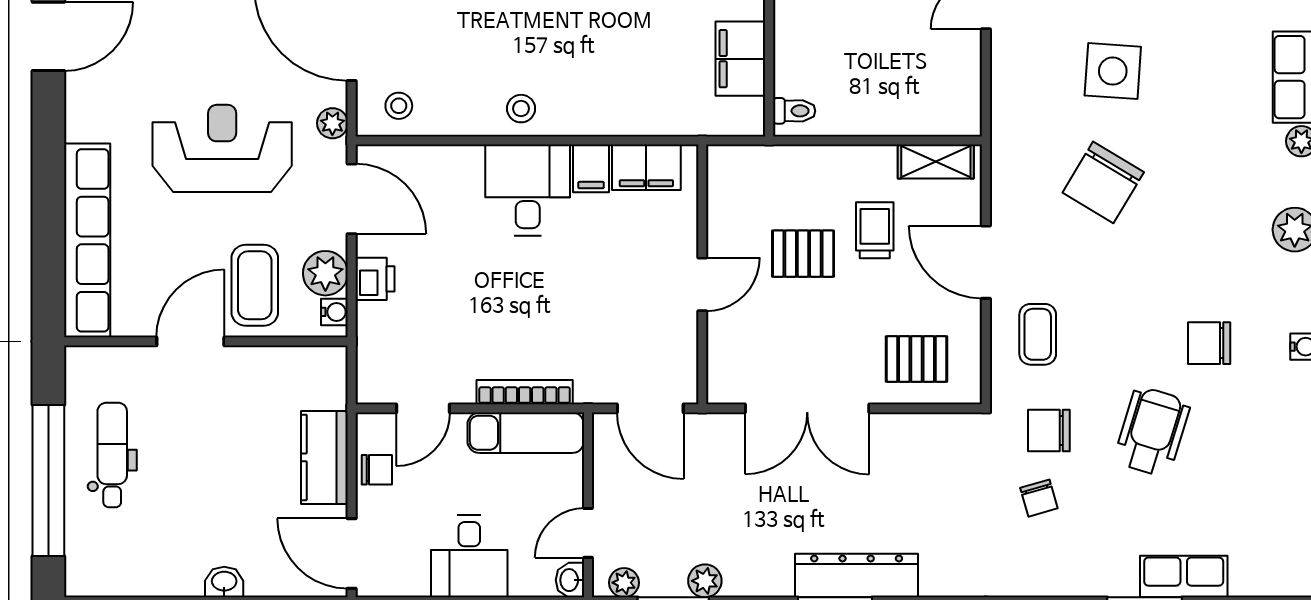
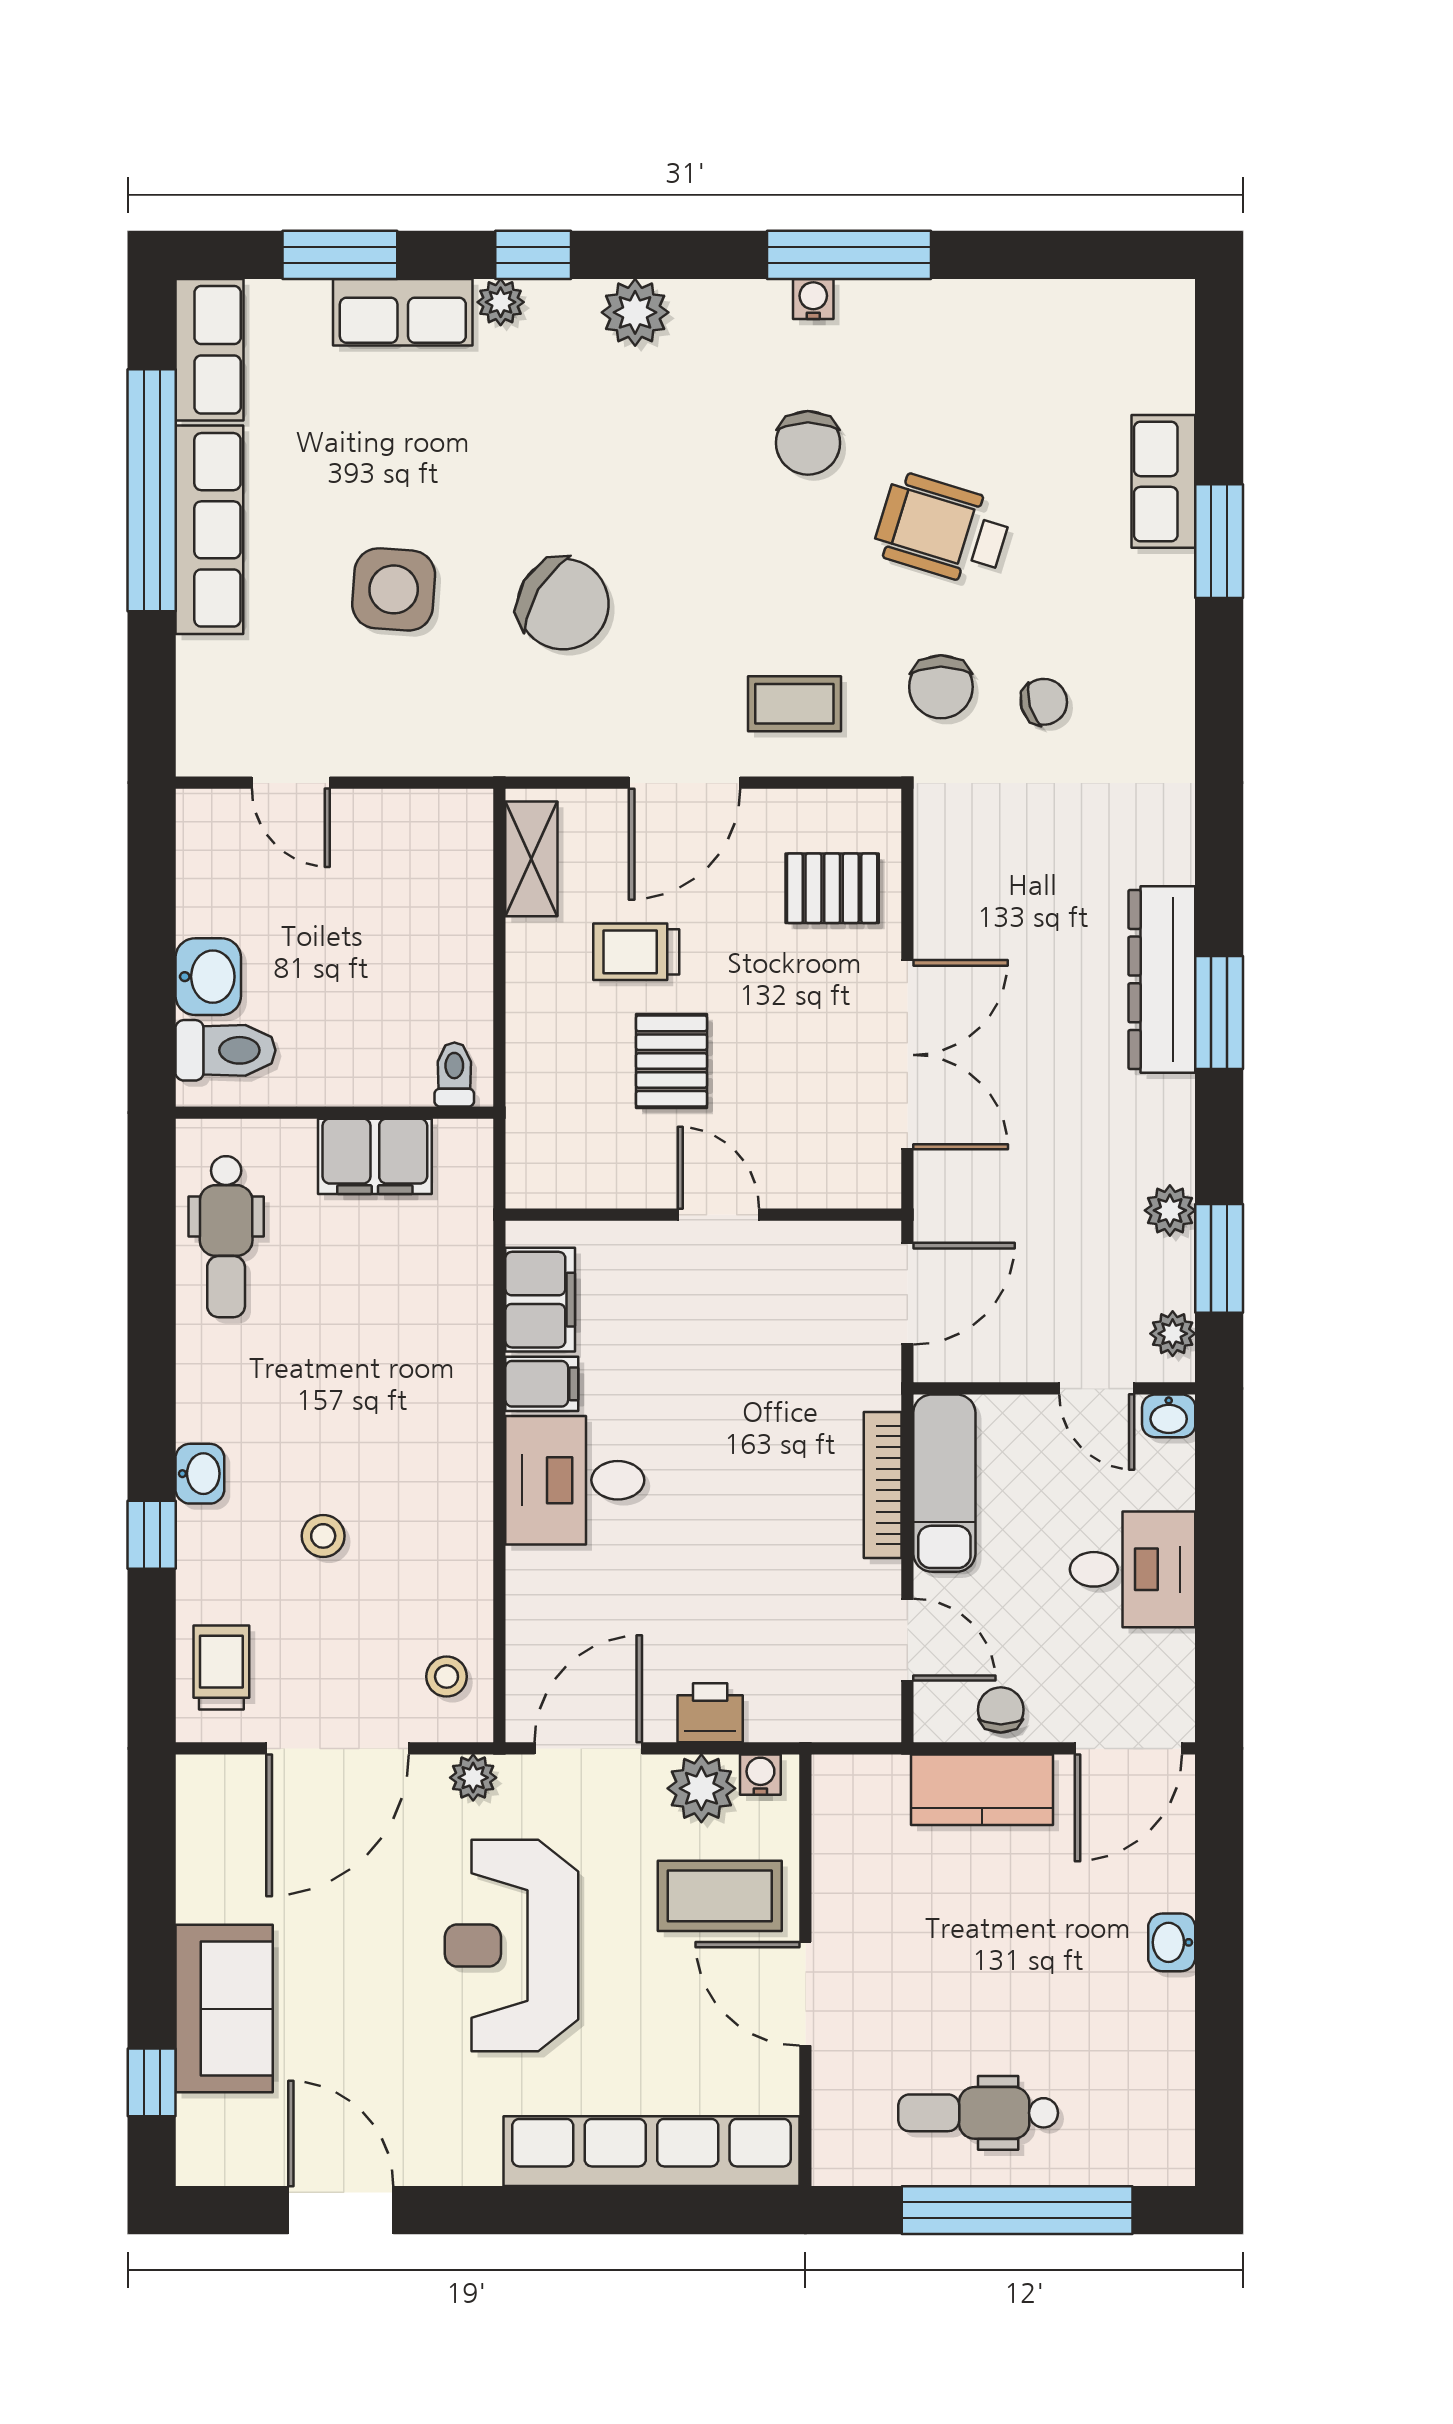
stool: (521, 109) -> (323, 1536), moved
pallet: (916, 359) -> (832, 888), turned 90

